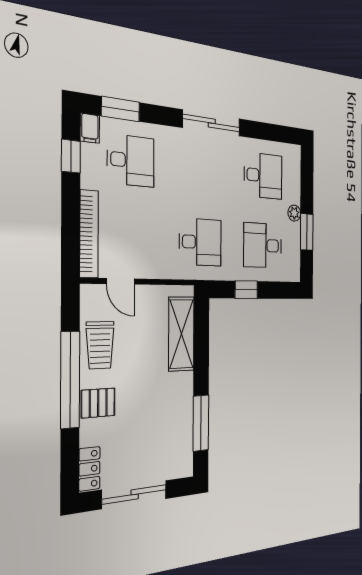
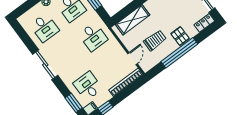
desk: (263, 176) -> (44, 28), turned 180
desk: (200, 242) -> (93, 37), turned 180
trolley: (100, 345) -> (155, 40), moved

